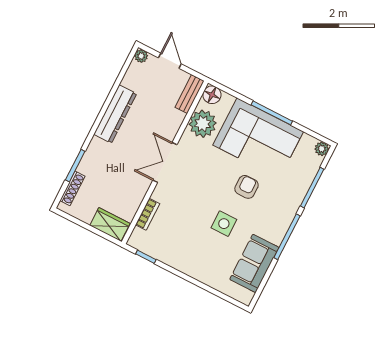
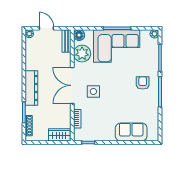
dresser: (115, 114) -> (31, 88), moved
double door: (165, 162) -> (72, 85), width x1.37
armchair: (246, 187) -> (143, 83), moved
side table: (224, 224) -> (93, 91), moved
sofa: (254, 263) -> (131, 132), moved, turned 90

